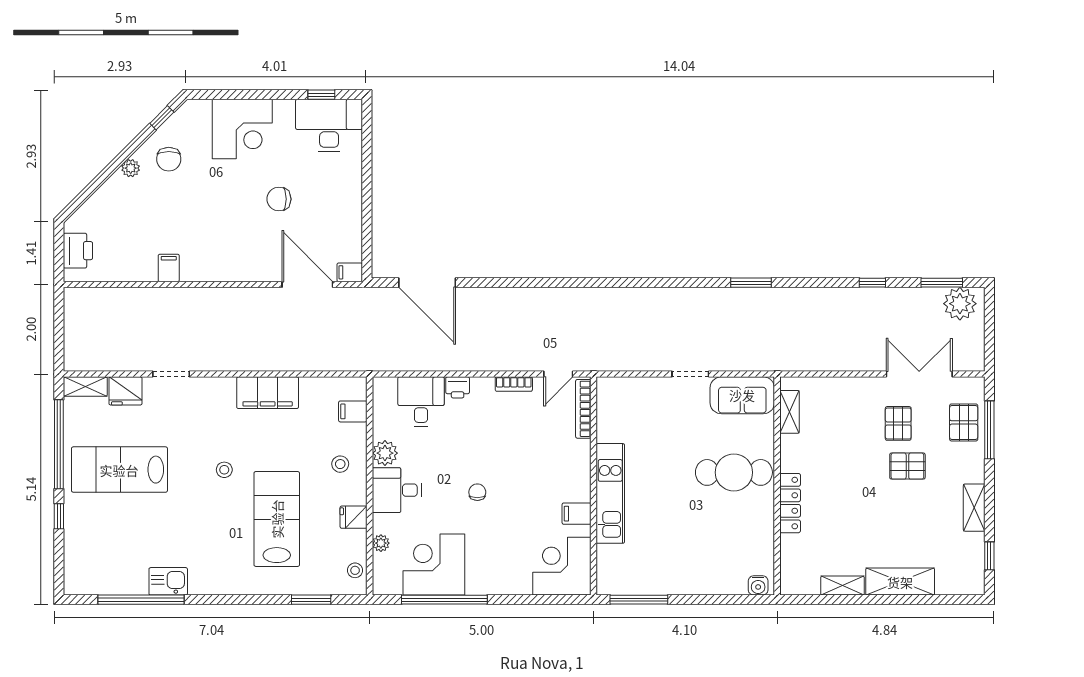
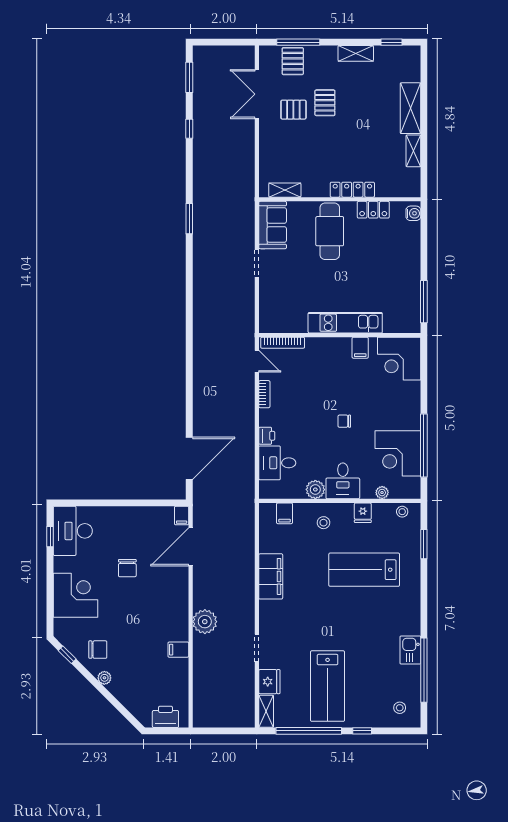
plant: (960, 304) -> (205, 622), moved
pallet: (964, 422) -> (293, 61), turned 90
stool: (224, 470) -> (400, 708), moved
locker: (763, 531) -> (373, 210), added

